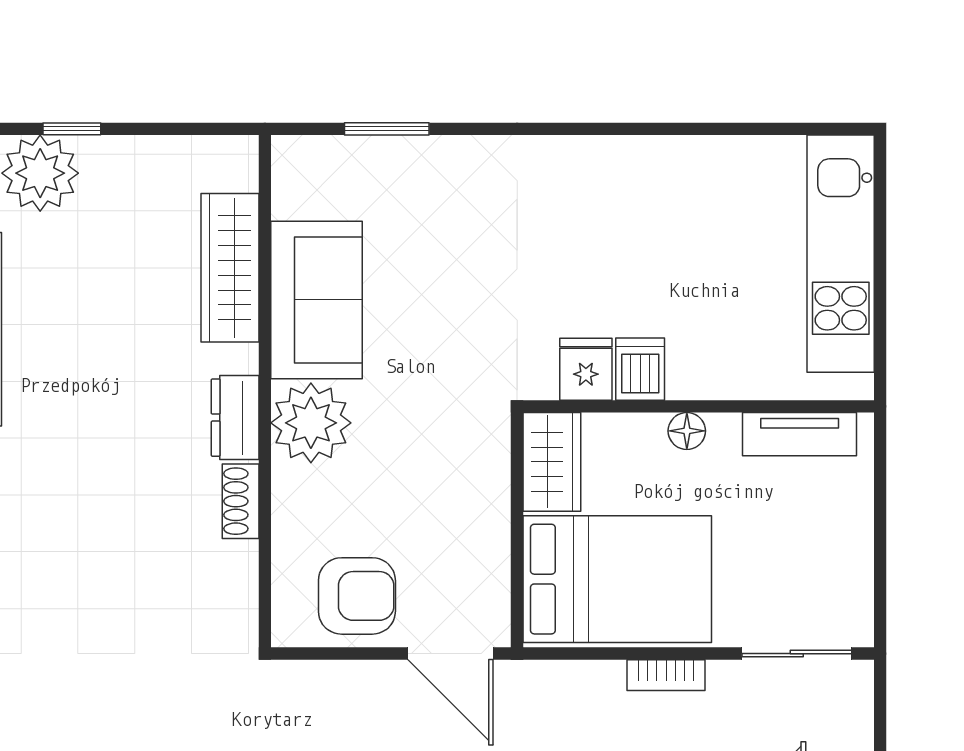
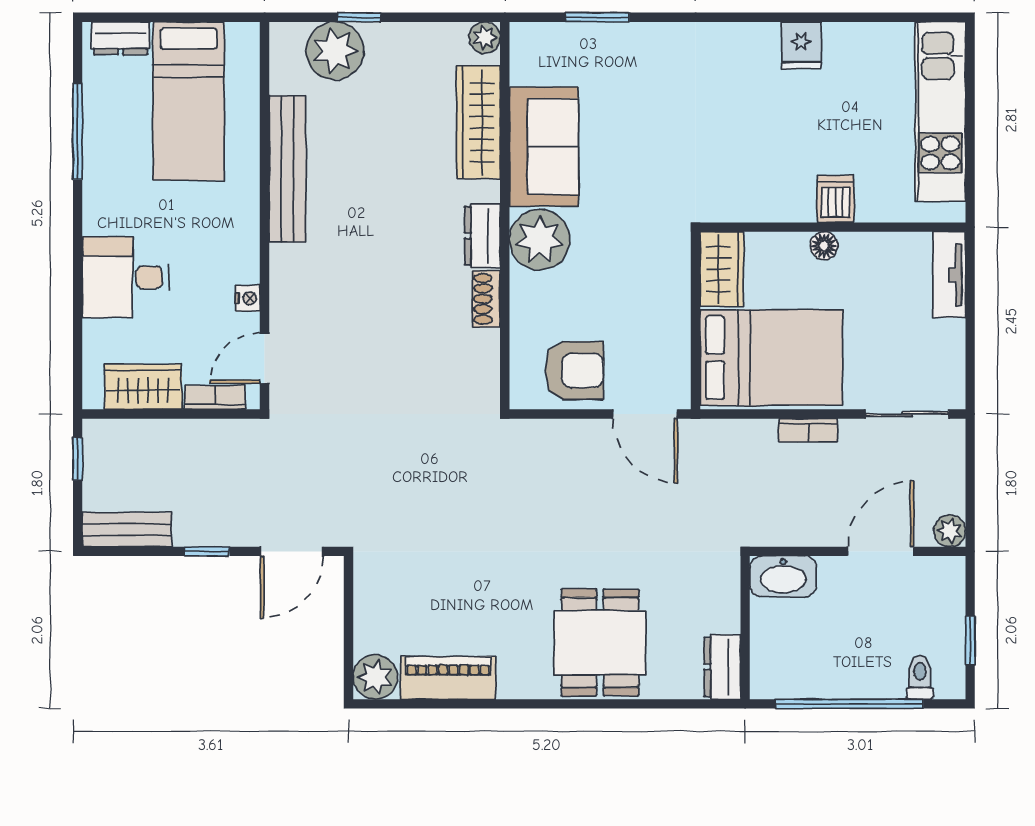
plant: (238, 156) -> (485, 38), added
fridge: (586, 369) -> (801, 45), moved, turned 180
dishwasher: (640, 369) -> (835, 199), moved
tv unit: (800, 434) -> (949, 275), moved, turned 90

